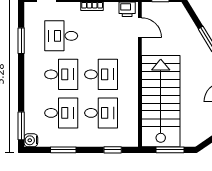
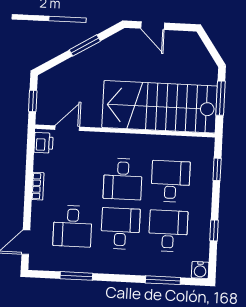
desk: (101, 74) -> (123, 179), turned 180
window: (21, 126) -> (163, 280), moved
window: (63, 150) -> (214, 230), width x0.67

